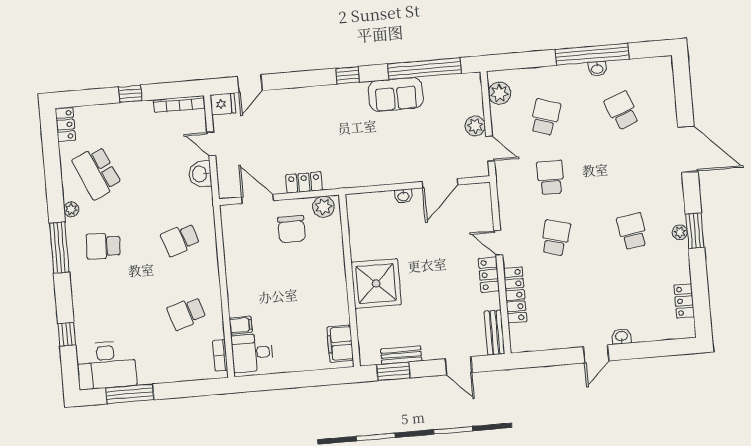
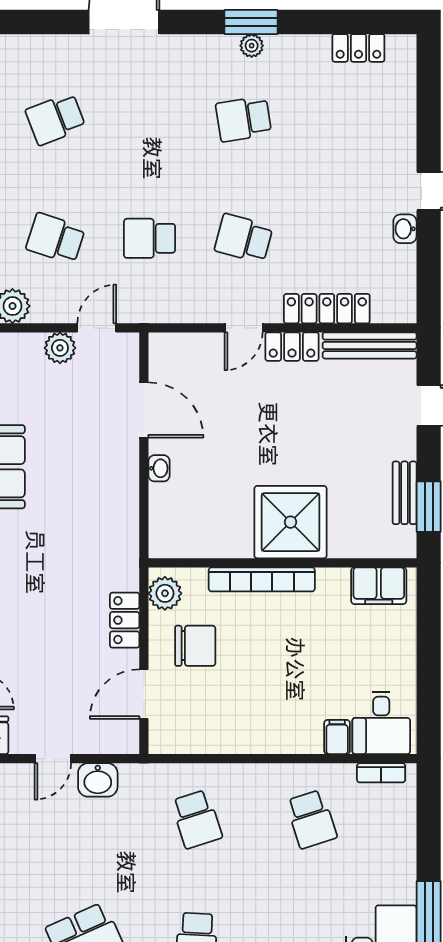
bookcase: (338, 268) -> (262, 579), added
bench: (494, 333) -> (370, 345), width x1.36
washbasin: (622, 336) -> (405, 229), moved

